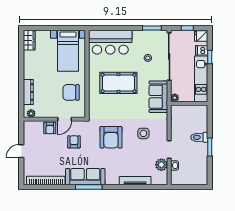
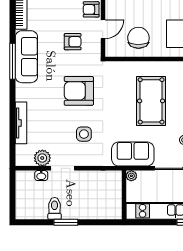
door: (65, 119) -> (103, 29), swing flipped
toilet: (199, 137) -> (55, 208), moved

